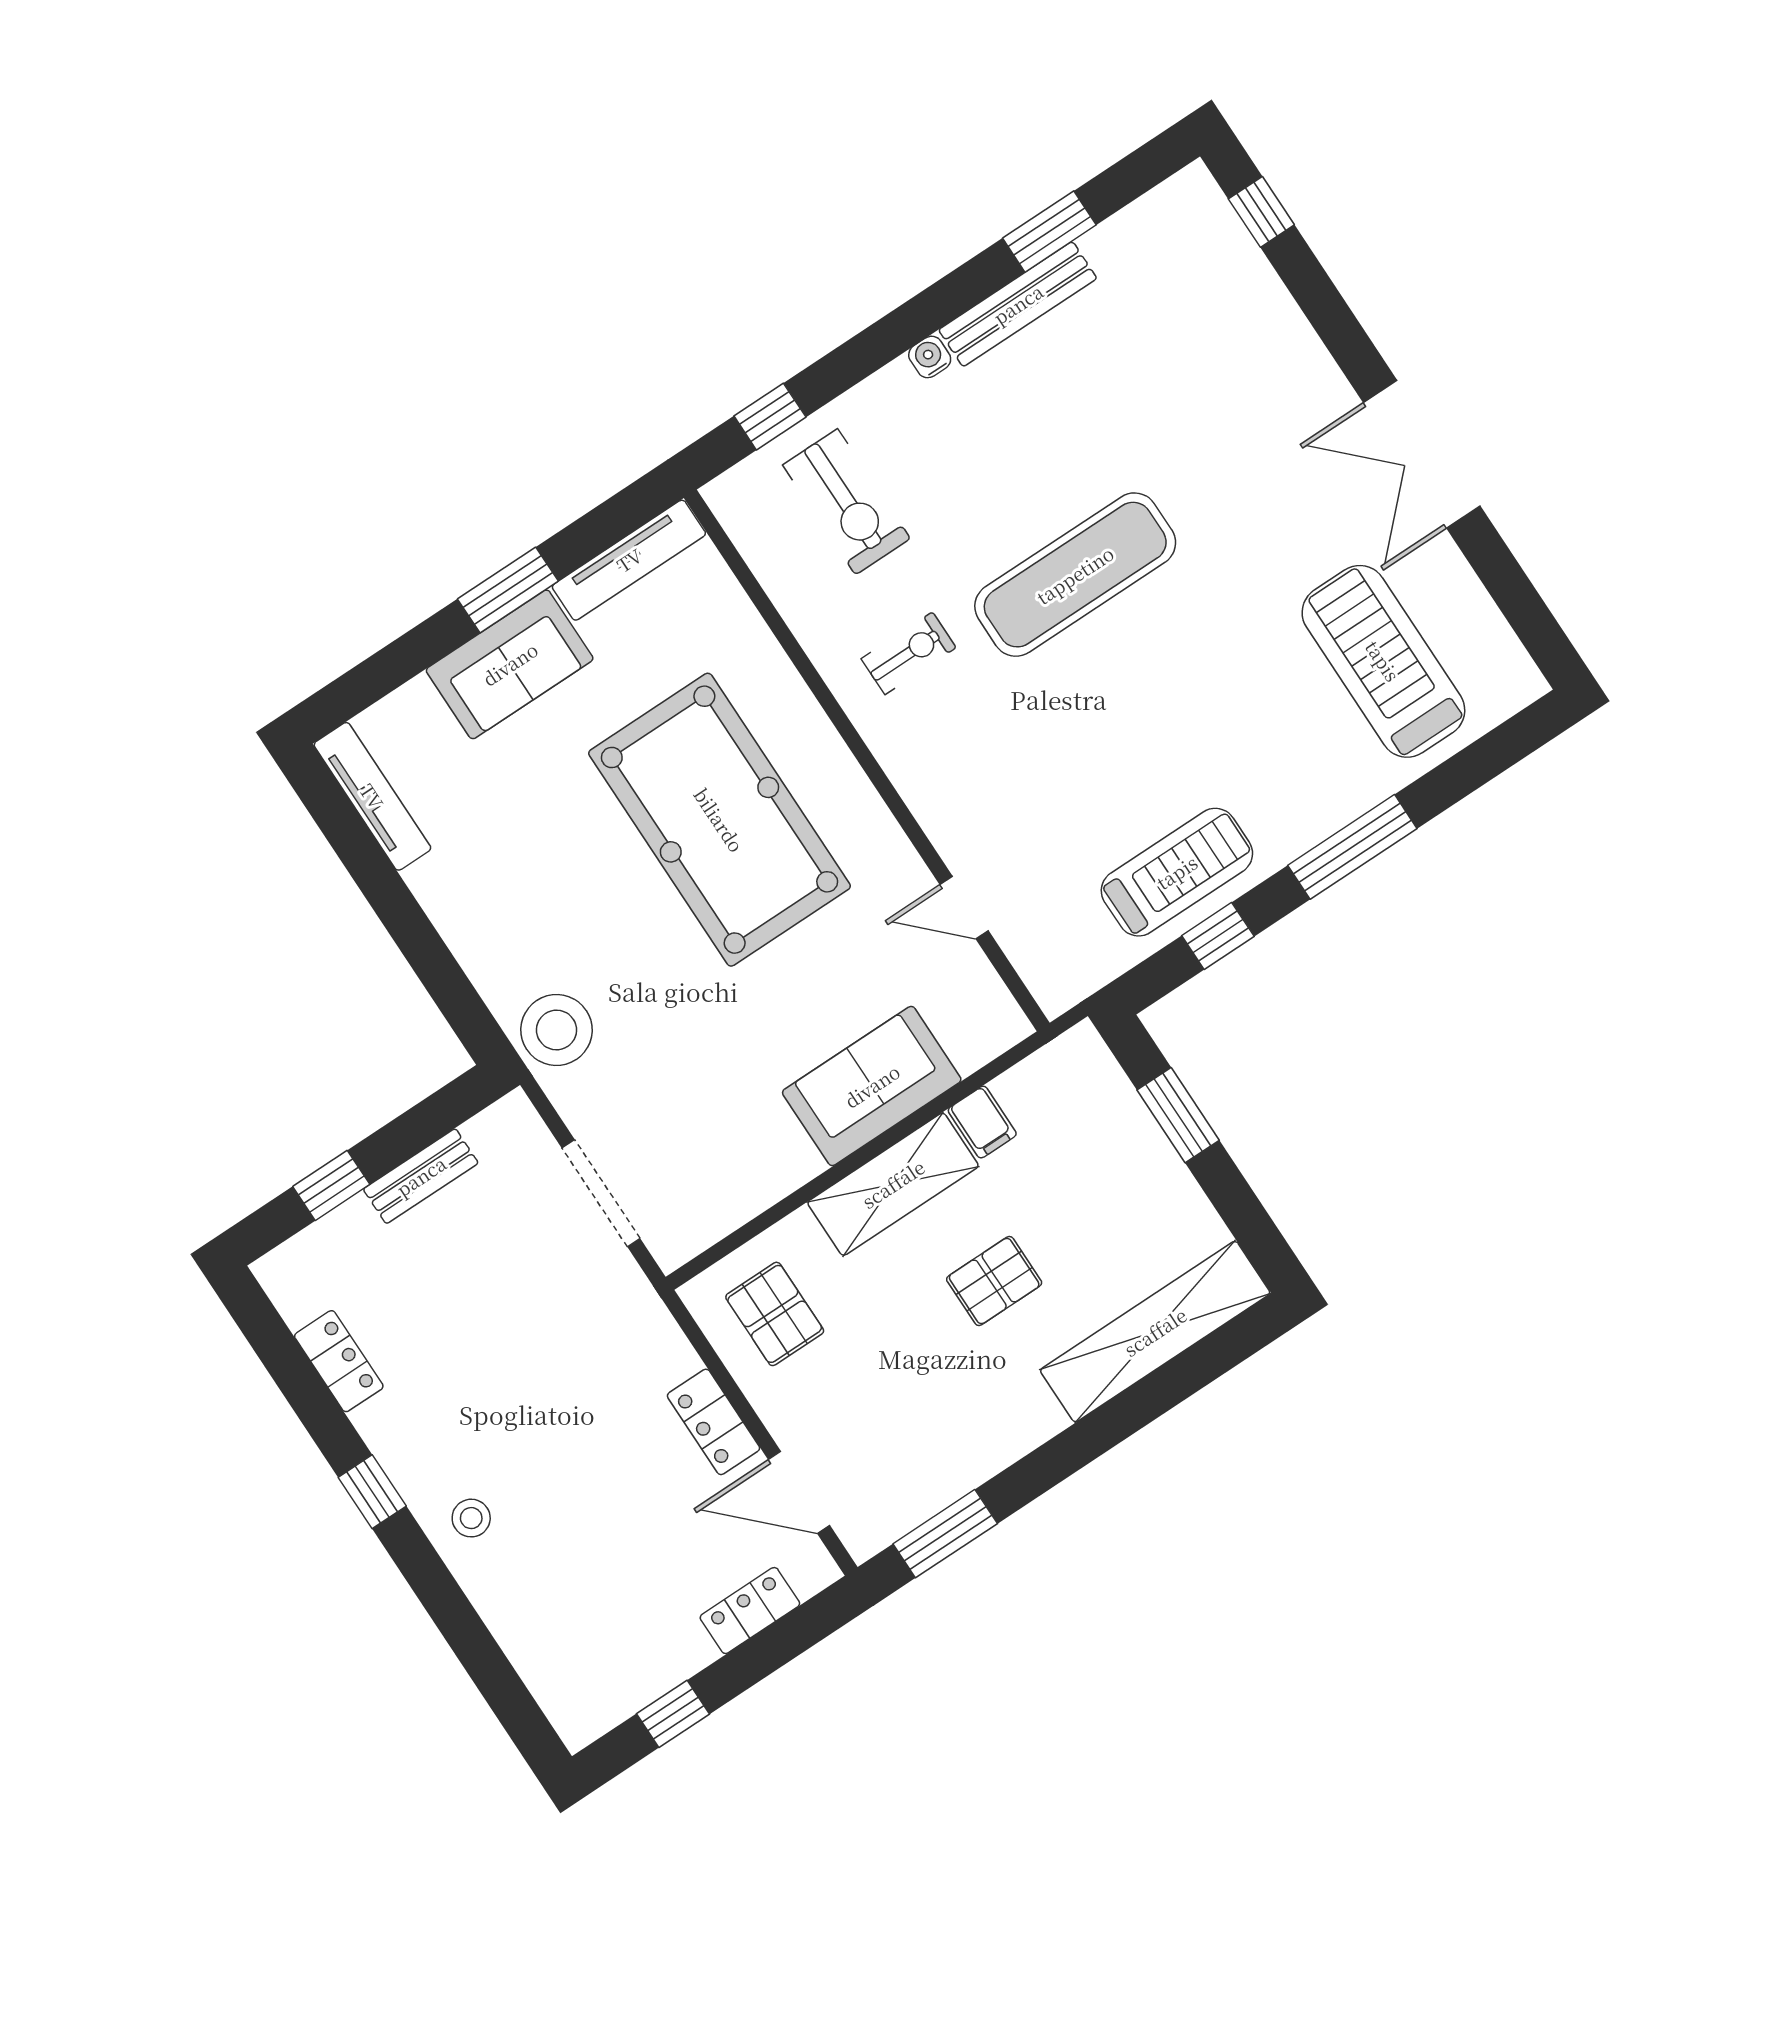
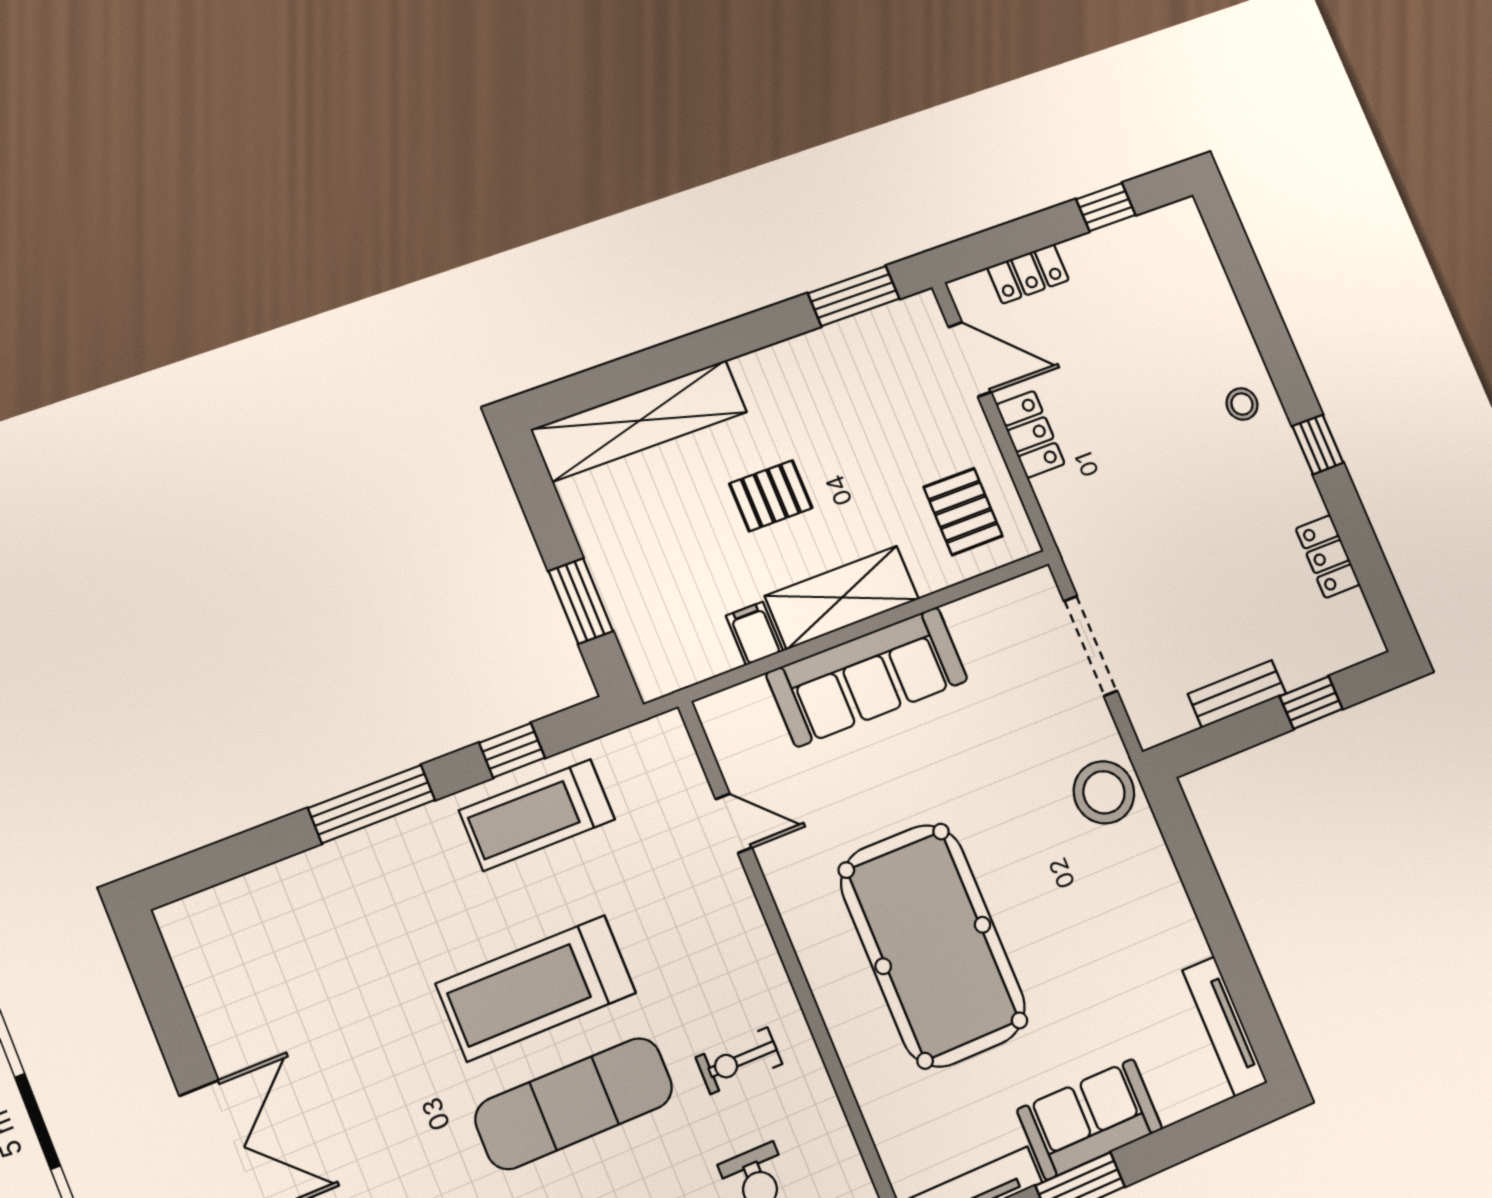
treadmill: (1383, 661) -> (536, 988), moved, turned 90
sofa: (872, 1086) -> (867, 677), width x1.36

